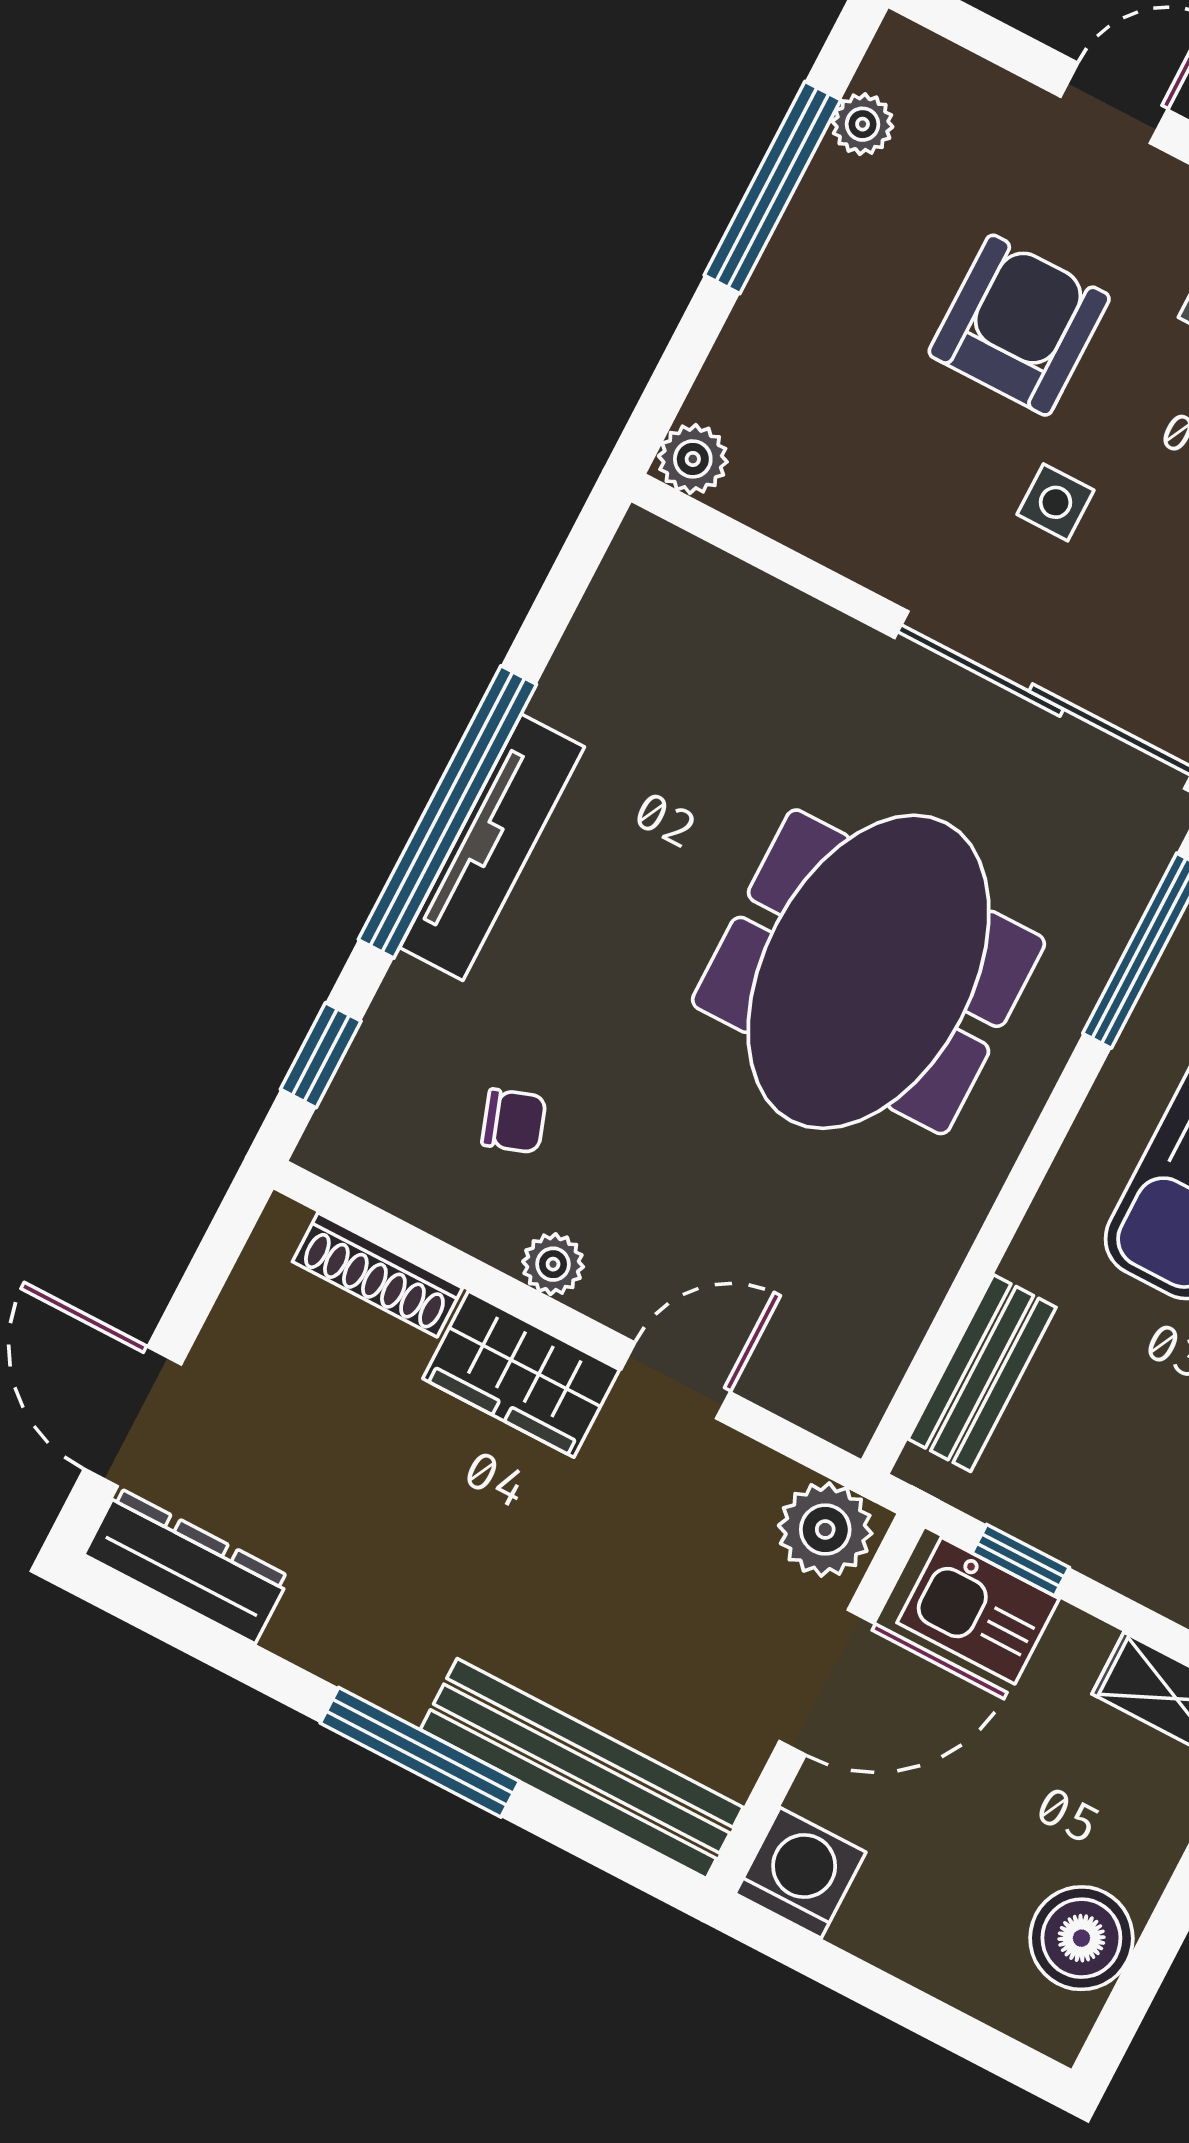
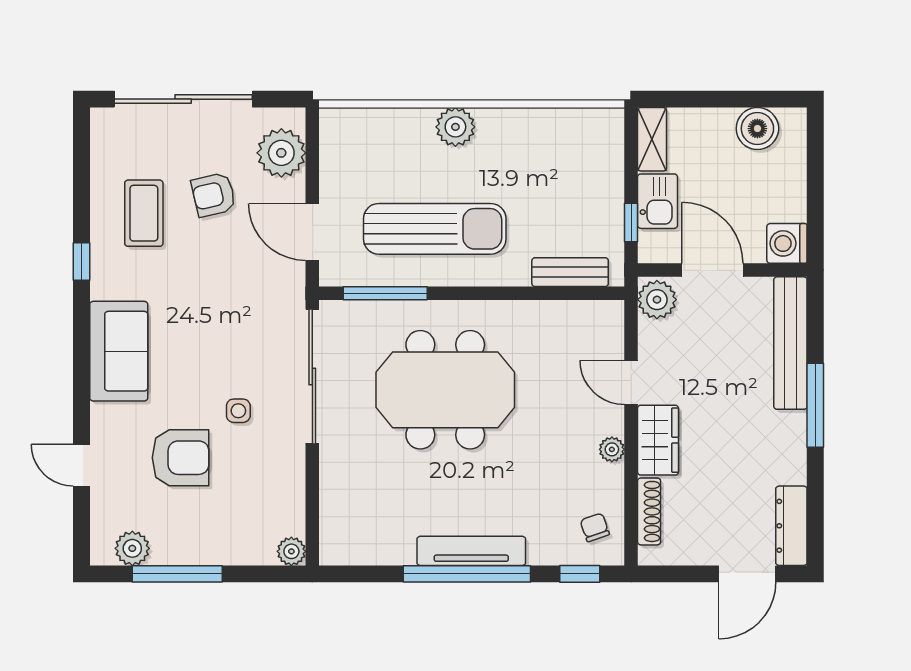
plant: (863, 124) -> (132, 548), width x1.38, depth x1.38
armchair: (1019, 325) -> (181, 458), turned 180
chair: (514, 1121) -> (595, 527), moved
kitchen sink: (978, 1611) -> (657, 201), moved

